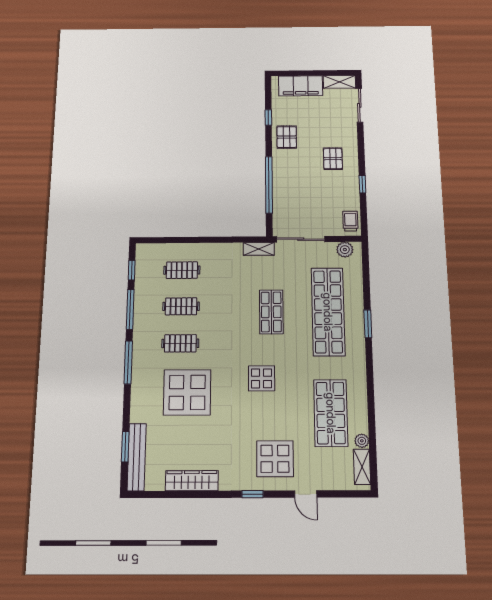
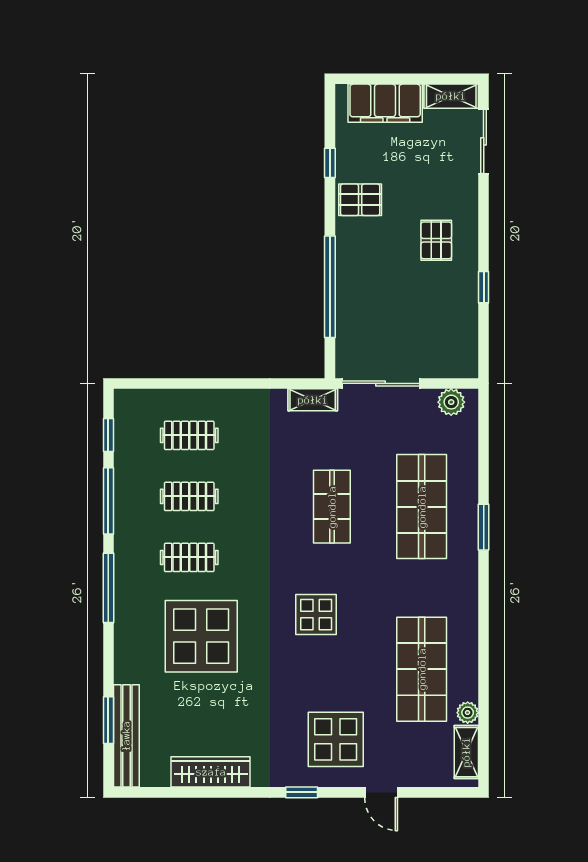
pallet: (287, 137) -> (360, 200), turned 90
trolley: (350, 221) -> (462, 353), removed
shop shelf: (328, 312) -> (422, 507), width x0.71

